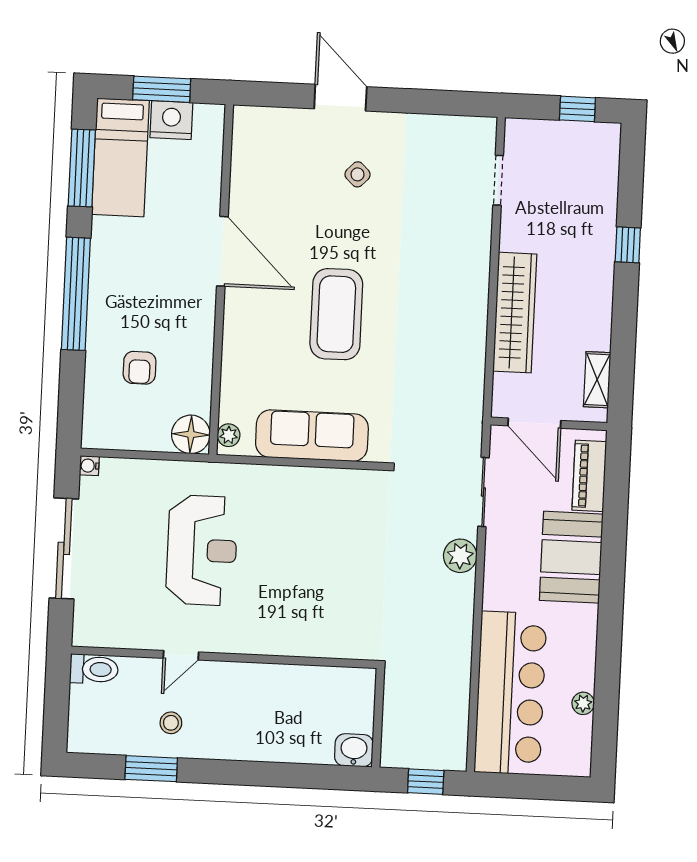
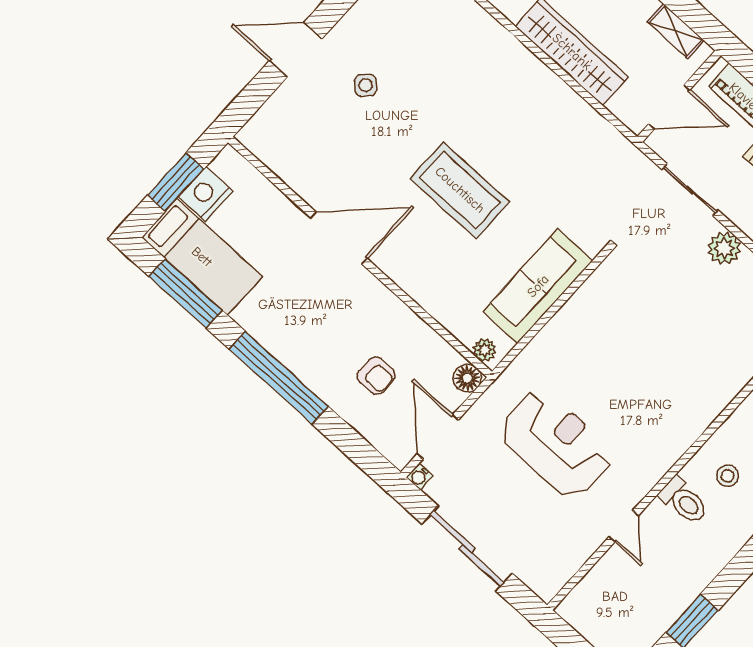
floor lamp: (191, 434) -> (467, 378), width x0.73, depth x0.73
door: (132, 454) -> (438, 437), added
toilet: (94, 669) -> (684, 501), moved, turned 90
stool: (171, 723) -> (728, 476), moved

